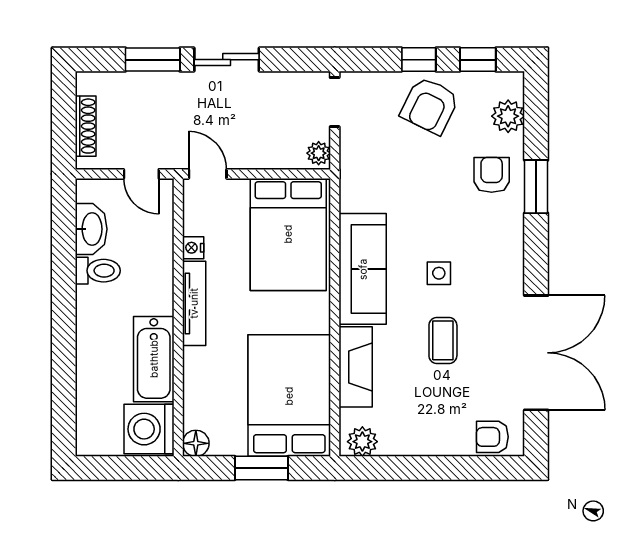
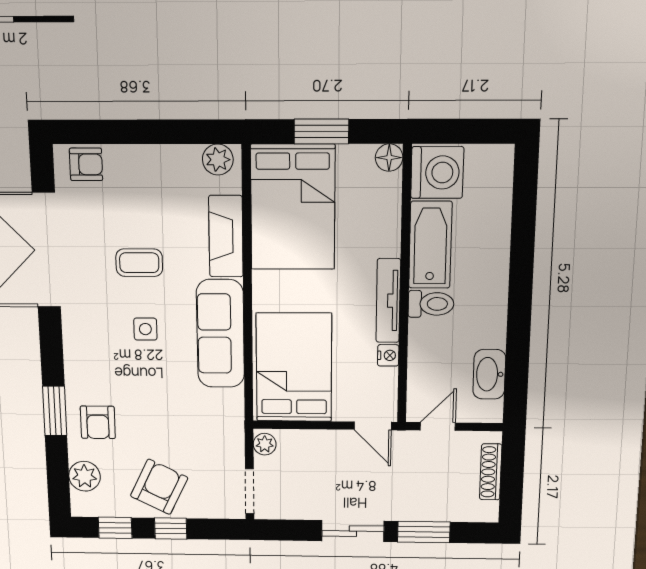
door: (141, 174) -> (438, 426), hinge flipped
toilet: (98, 271) -> (431, 304), moved, turned 180
coffee table: (443, 340) -> (139, 263), turned 90

